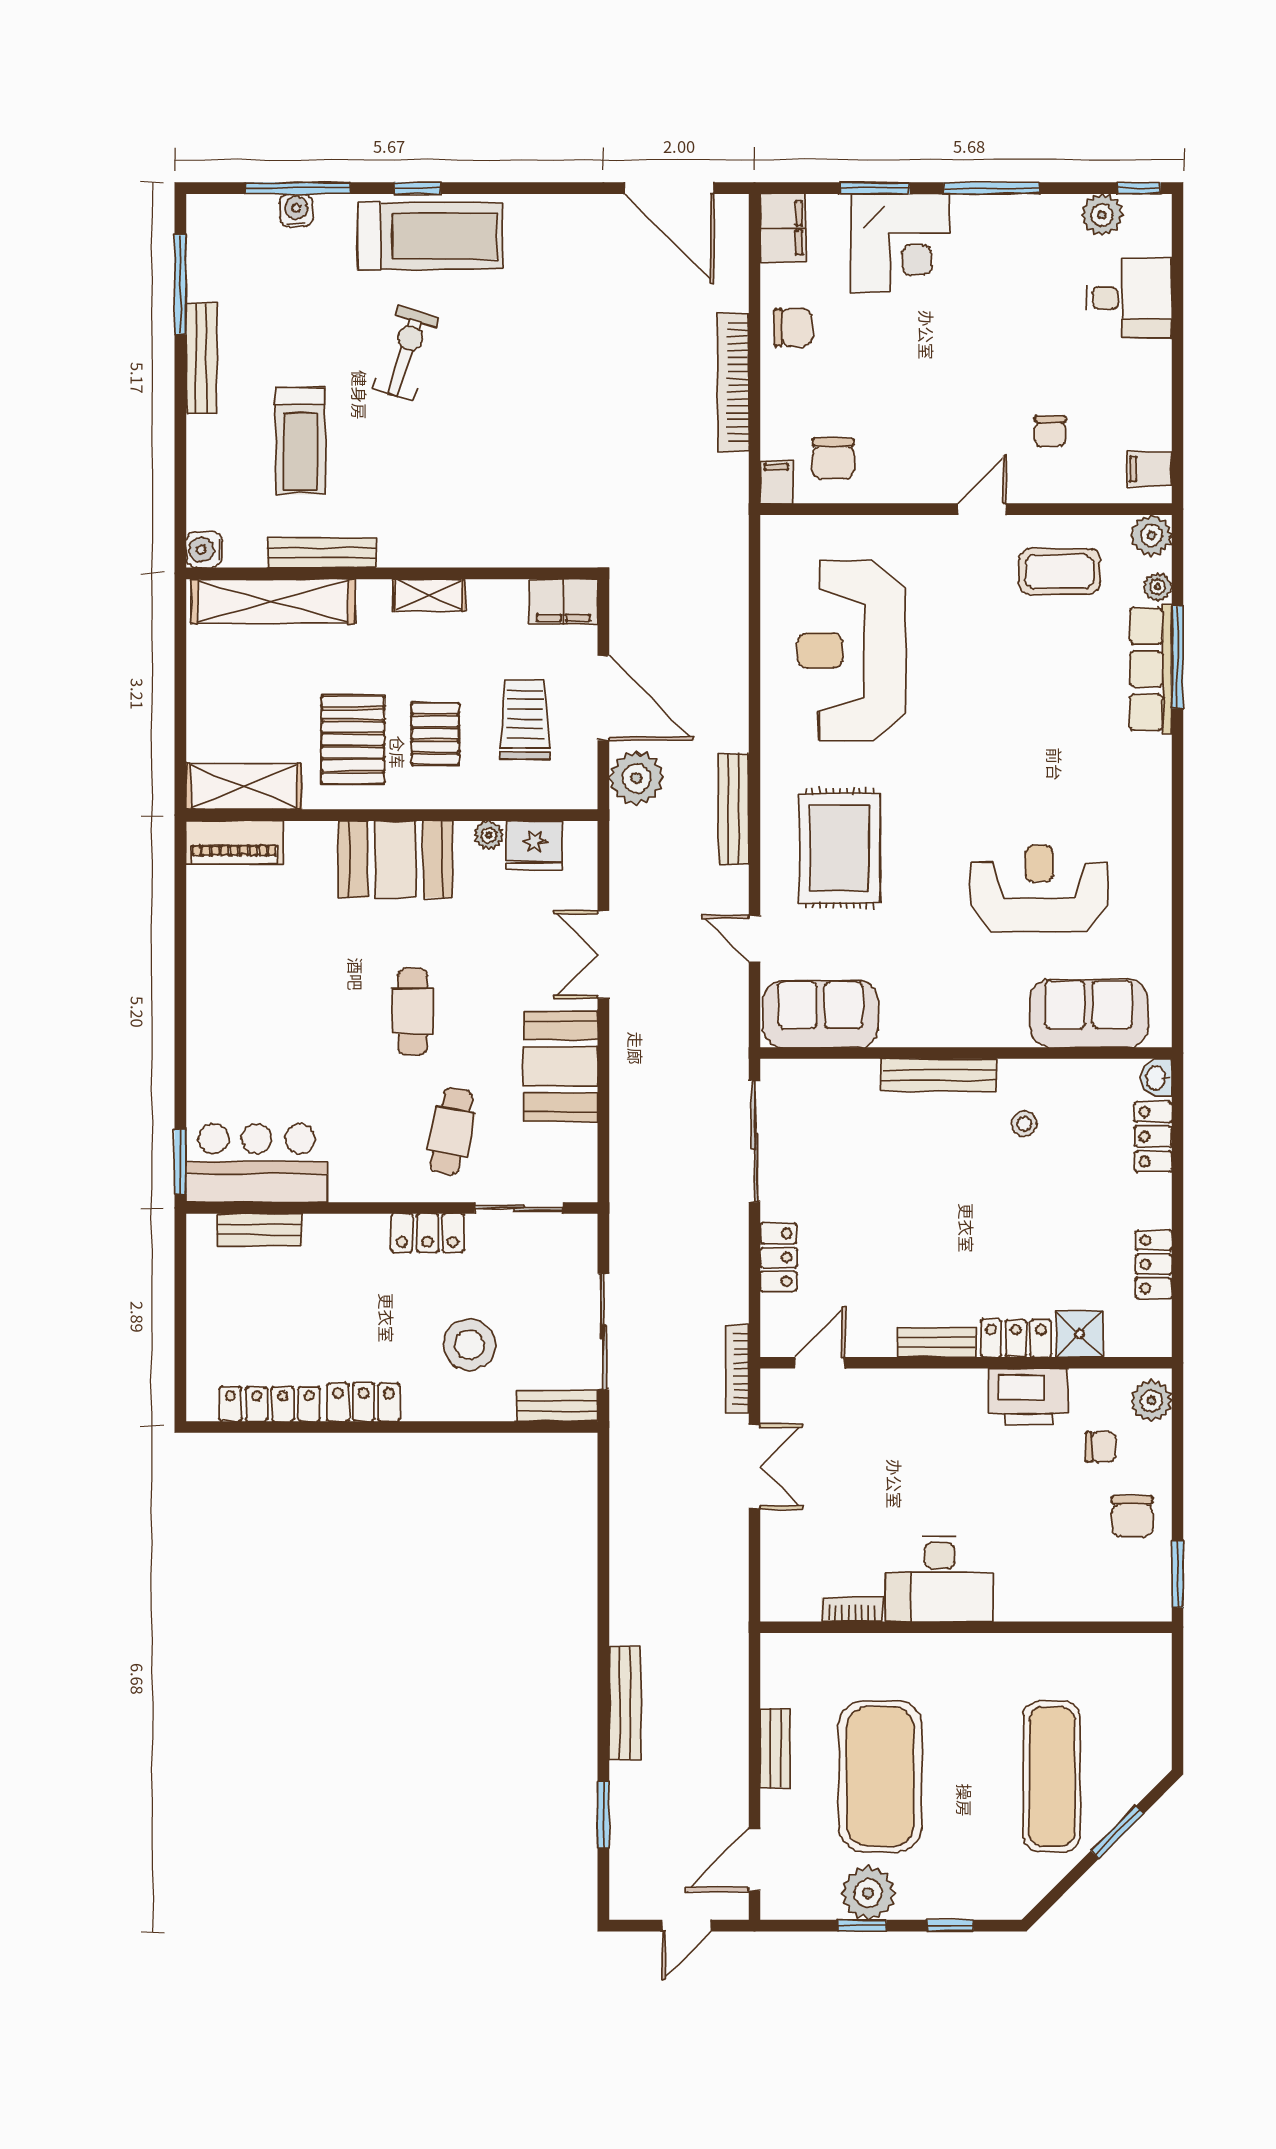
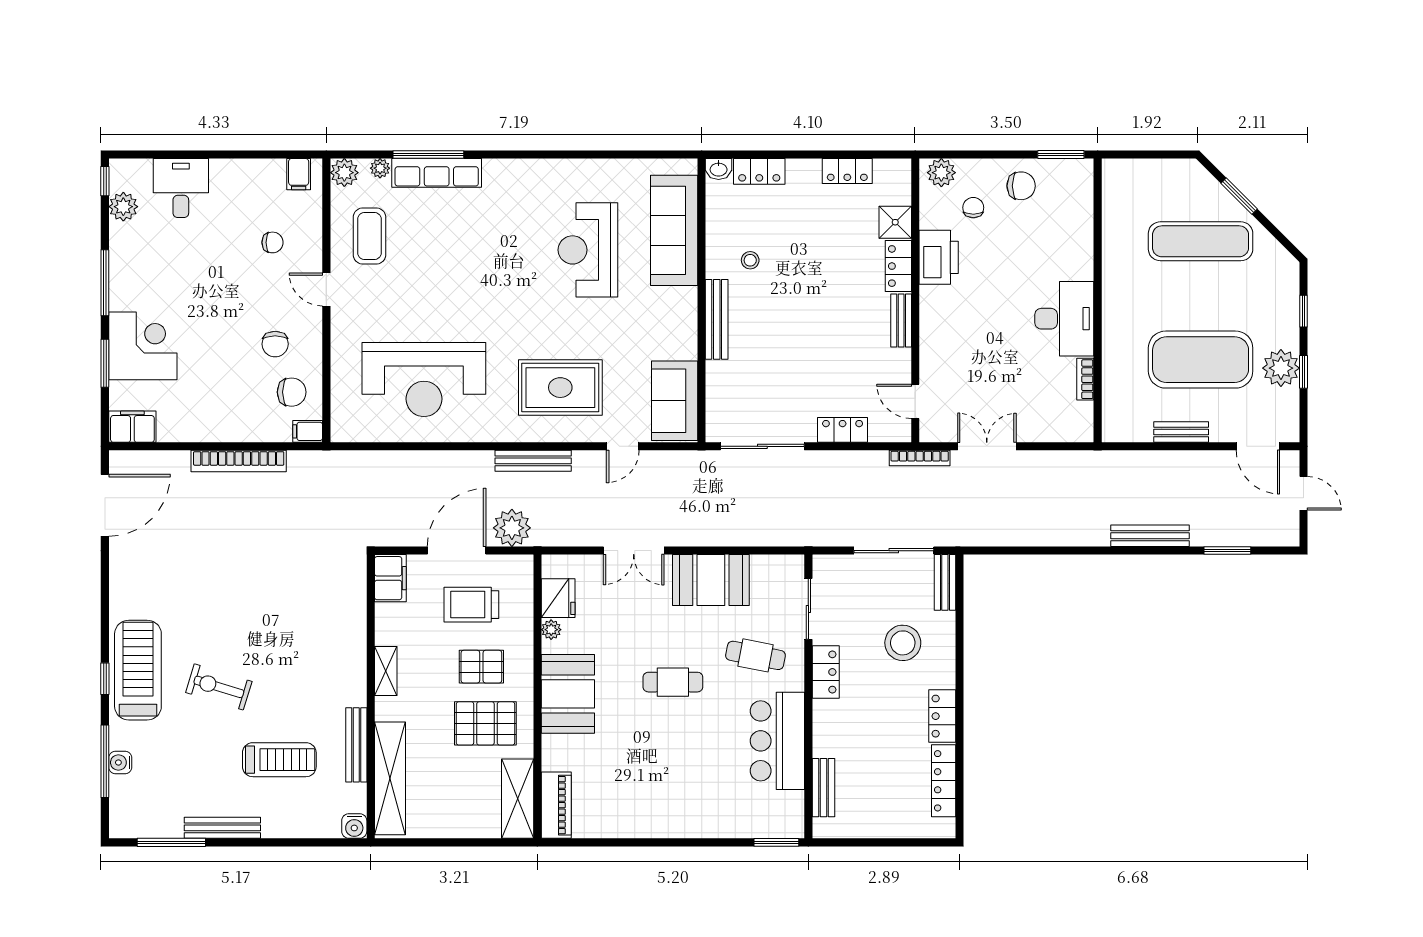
chair: (793, 327) -> (275, 344), moved, turned 180
sofa: (1089, 1013) -> (674, 230), width x1.36
bar counter: (257, 1163) -> (777, 741), moved

